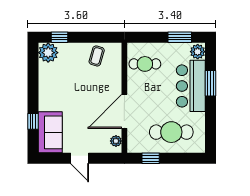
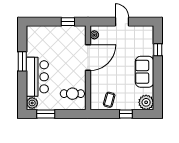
window: (60, 37) -> (126, 114), moved
window: (210, 83) -> (22, 61), moved
sofa: (50, 132) -> (145, 72), moved
cafe table: (171, 132) -> (52, 42), removed

